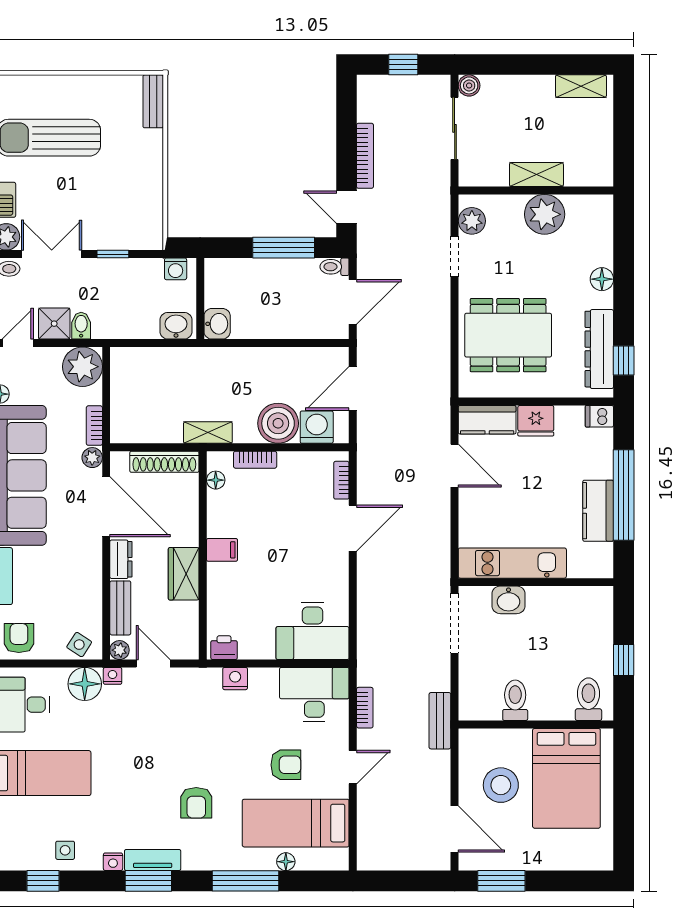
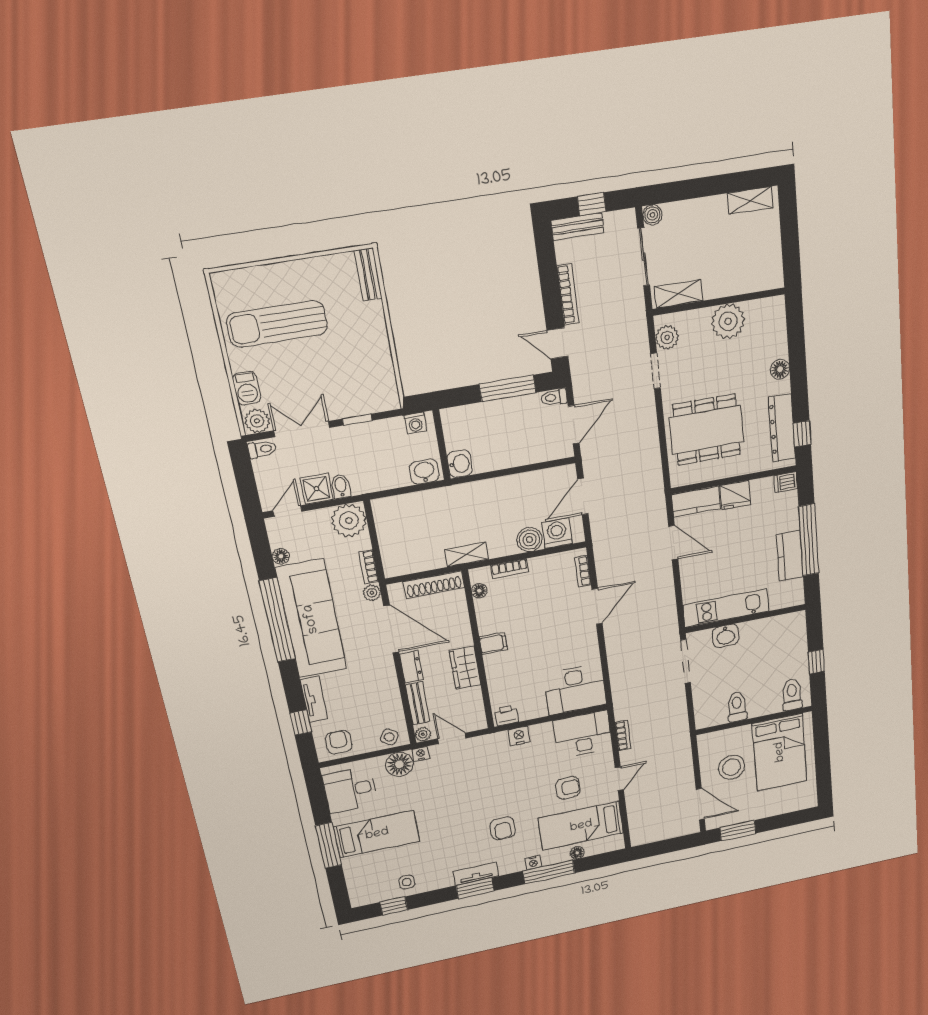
shelving: (536, 175) -> (678, 294), moved
boiler: (278, 423) -> (530, 540), width x0.73, depth x0.73
bench: (440, 721) -> (578, 227), moved, turned 90
nightstand: (113, 862) -> (533, 862), moved

